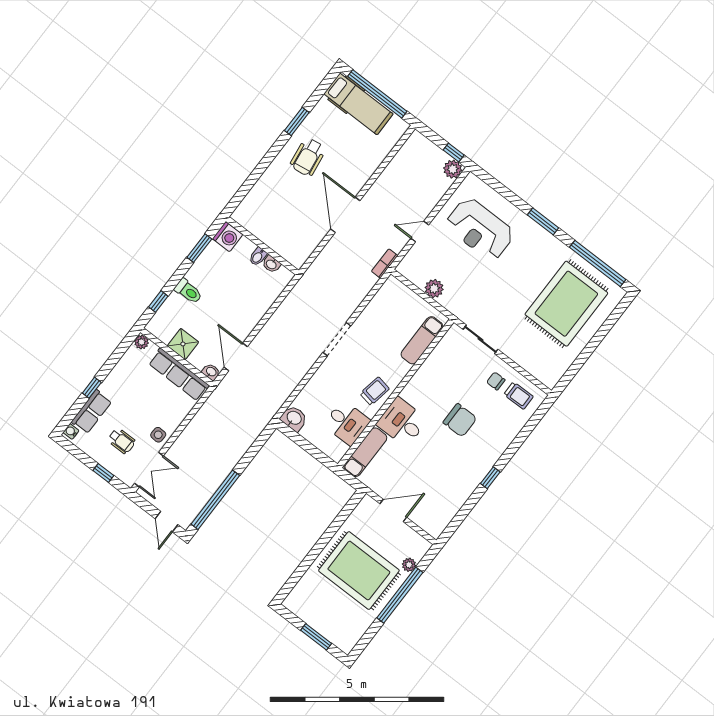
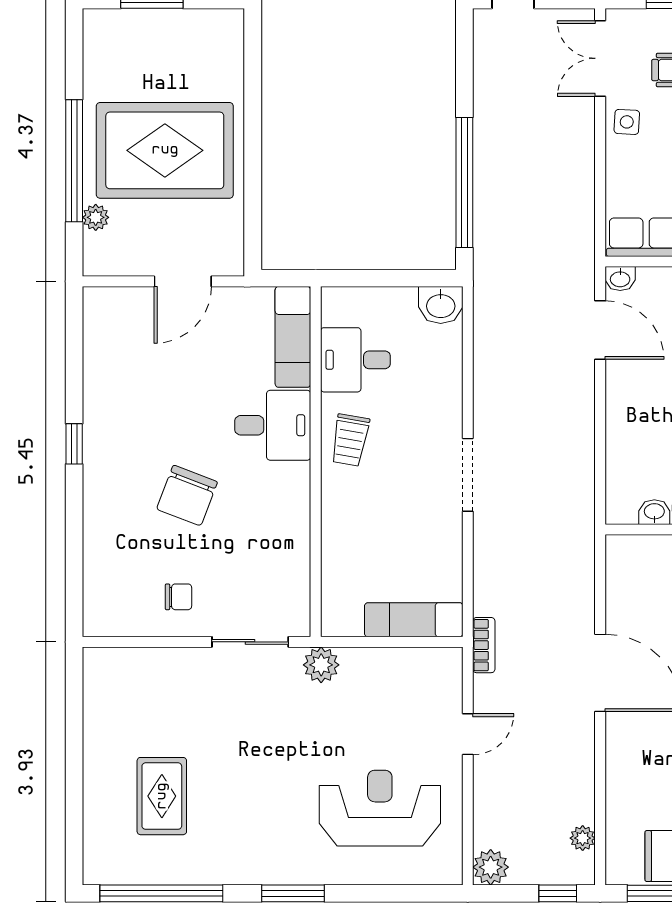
plant: (405, 152) -> (583, 838), added
window: (454, 153) -> (558, 893), moved
plant: (434, 288) -> (321, 665), moved
rug: (566, 304) -> (162, 796), width x0.54, depth x0.49
exam couch: (422, 340) -> (414, 620), moved, turned -90
trolley: (518, 396) -> (127, 601), removed
chair: (460, 420) -> (187, 495), turned -69
window: (215, 500) -> (464, 182), moved

